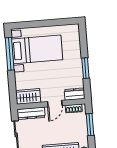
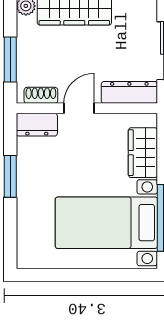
wardrobe: (28, 96) -> (143, 153), moved, turned 90

